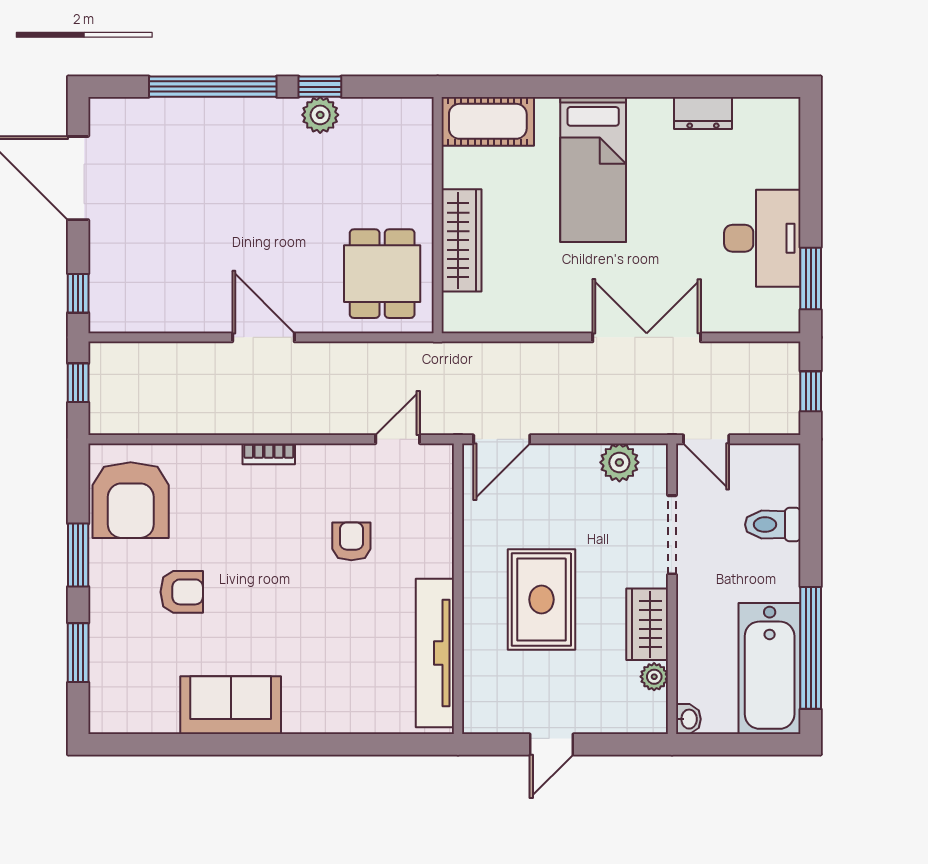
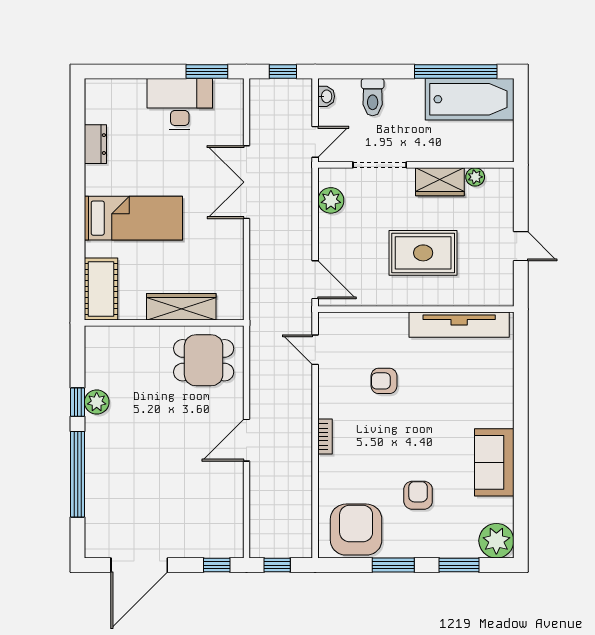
armchair: (131, 500) -> (356, 530), turned -90
plant: (114, 708) -> (496, 541), added
washbasin: (688, 719) -> (326, 96), moved, turned 90

